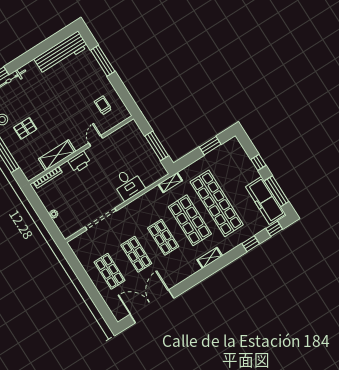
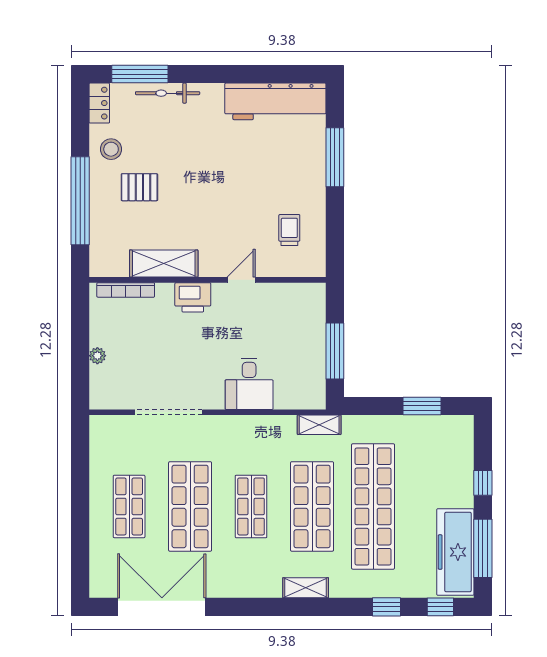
shop shelf: (136, 254) -> (190, 506), width x1.43, depth x1.36

